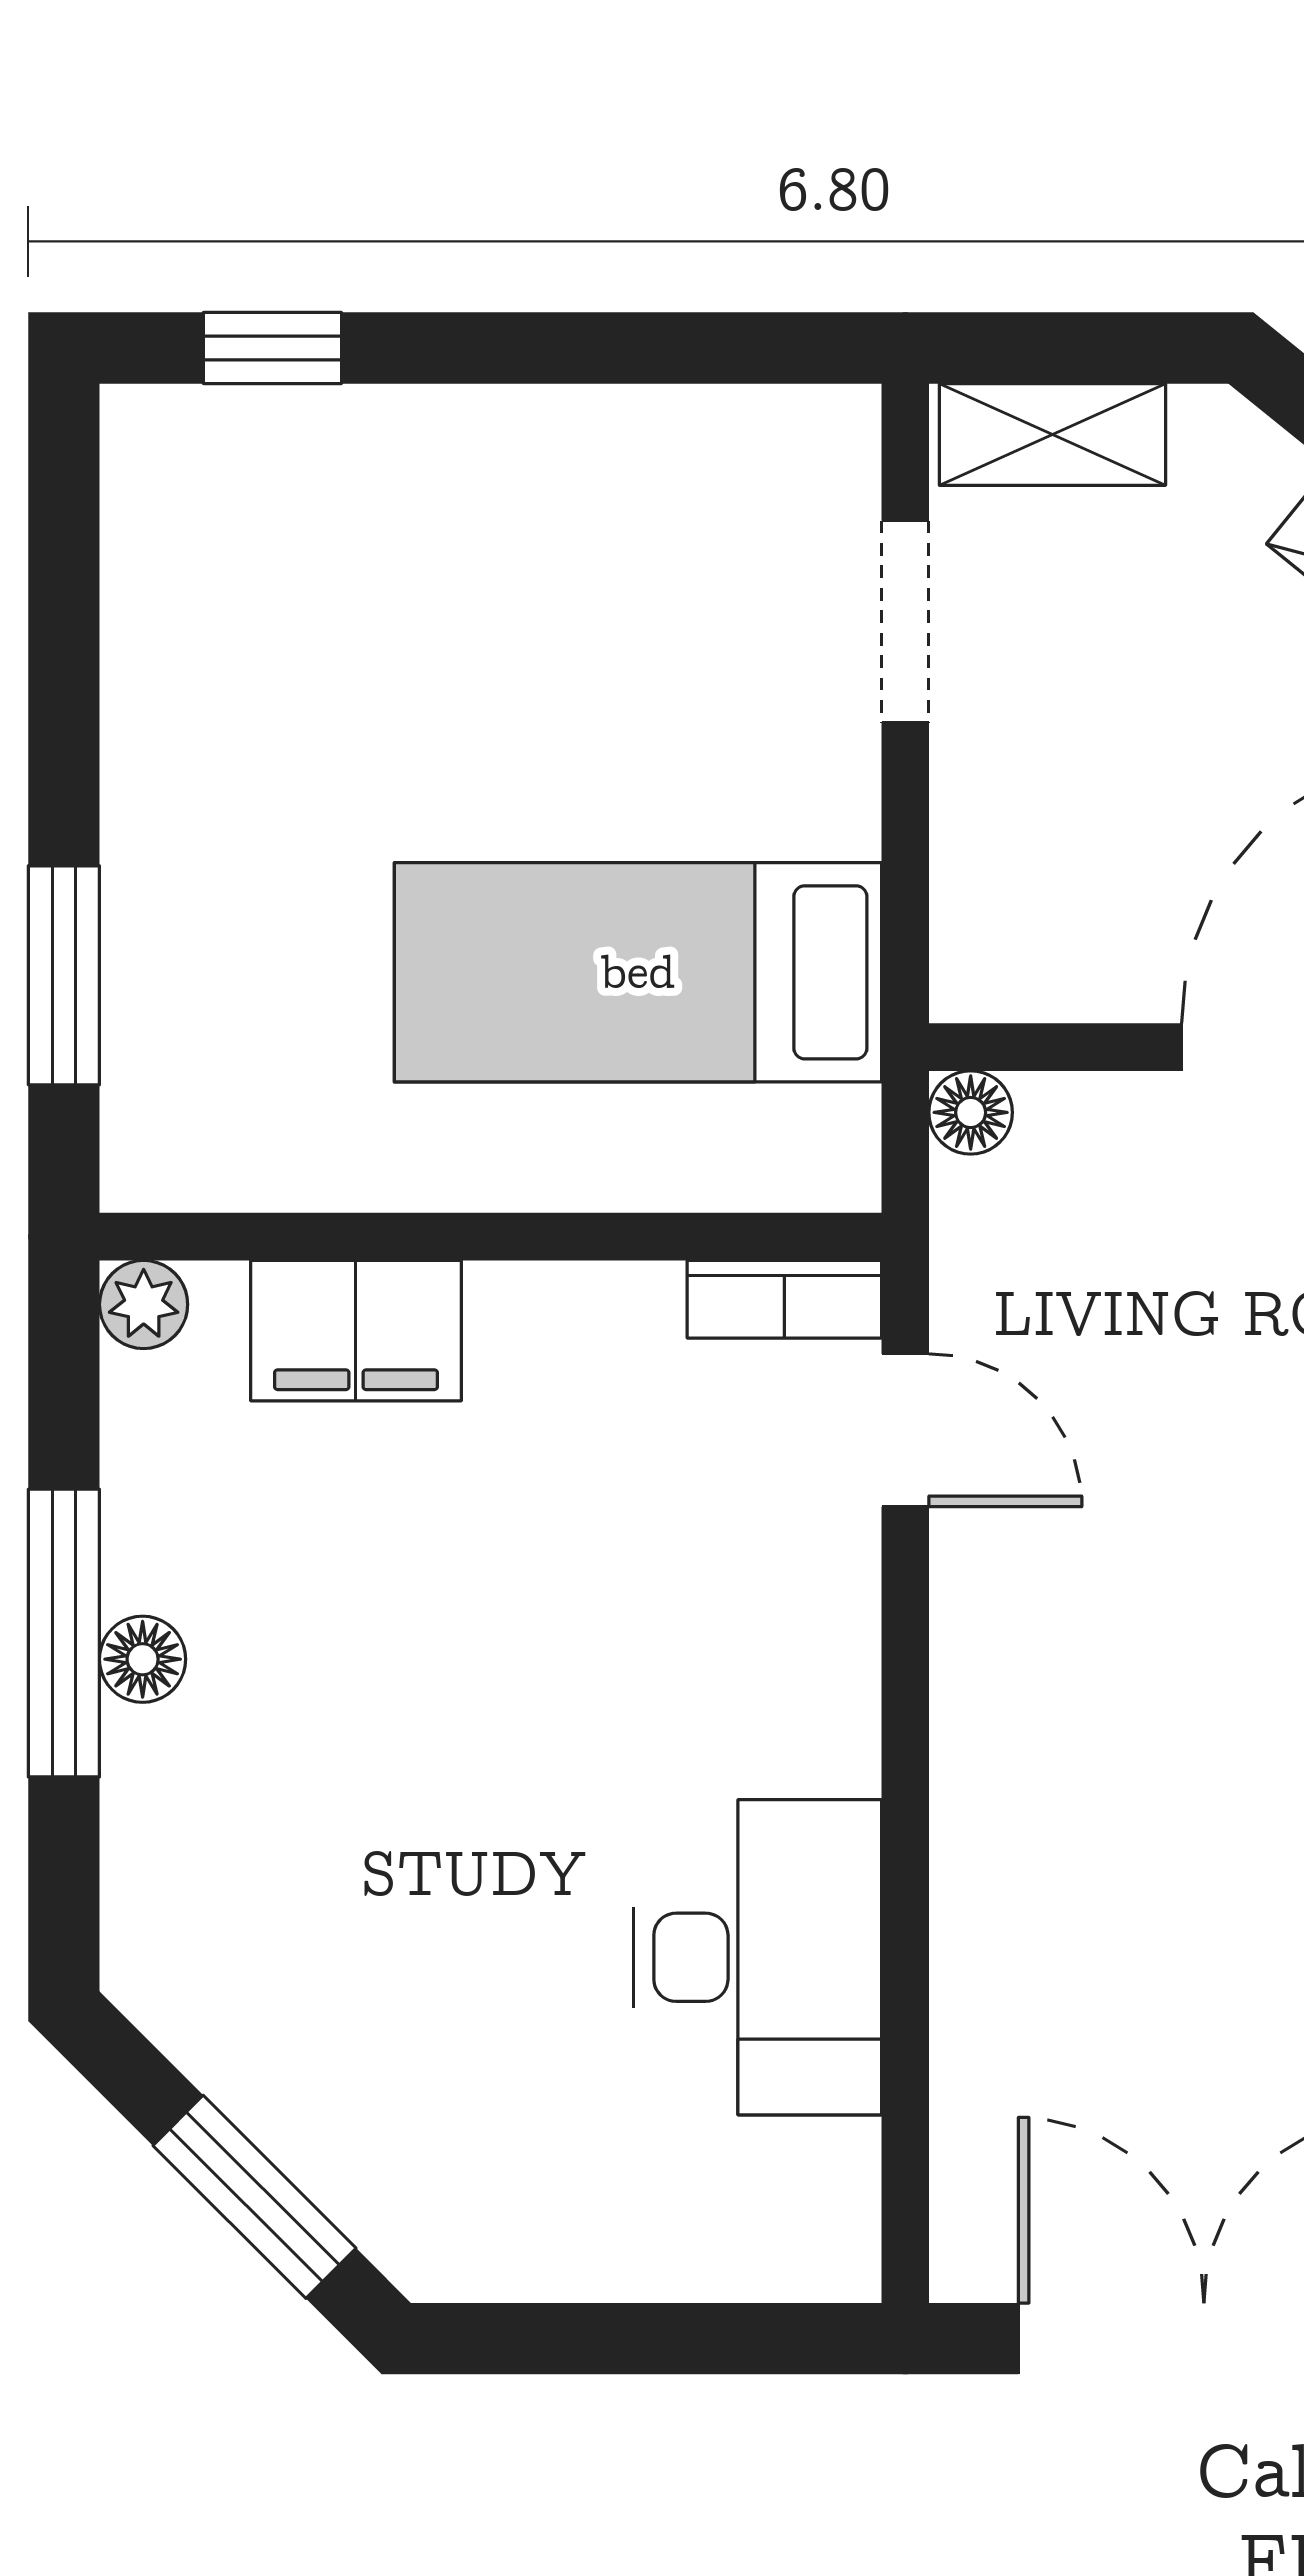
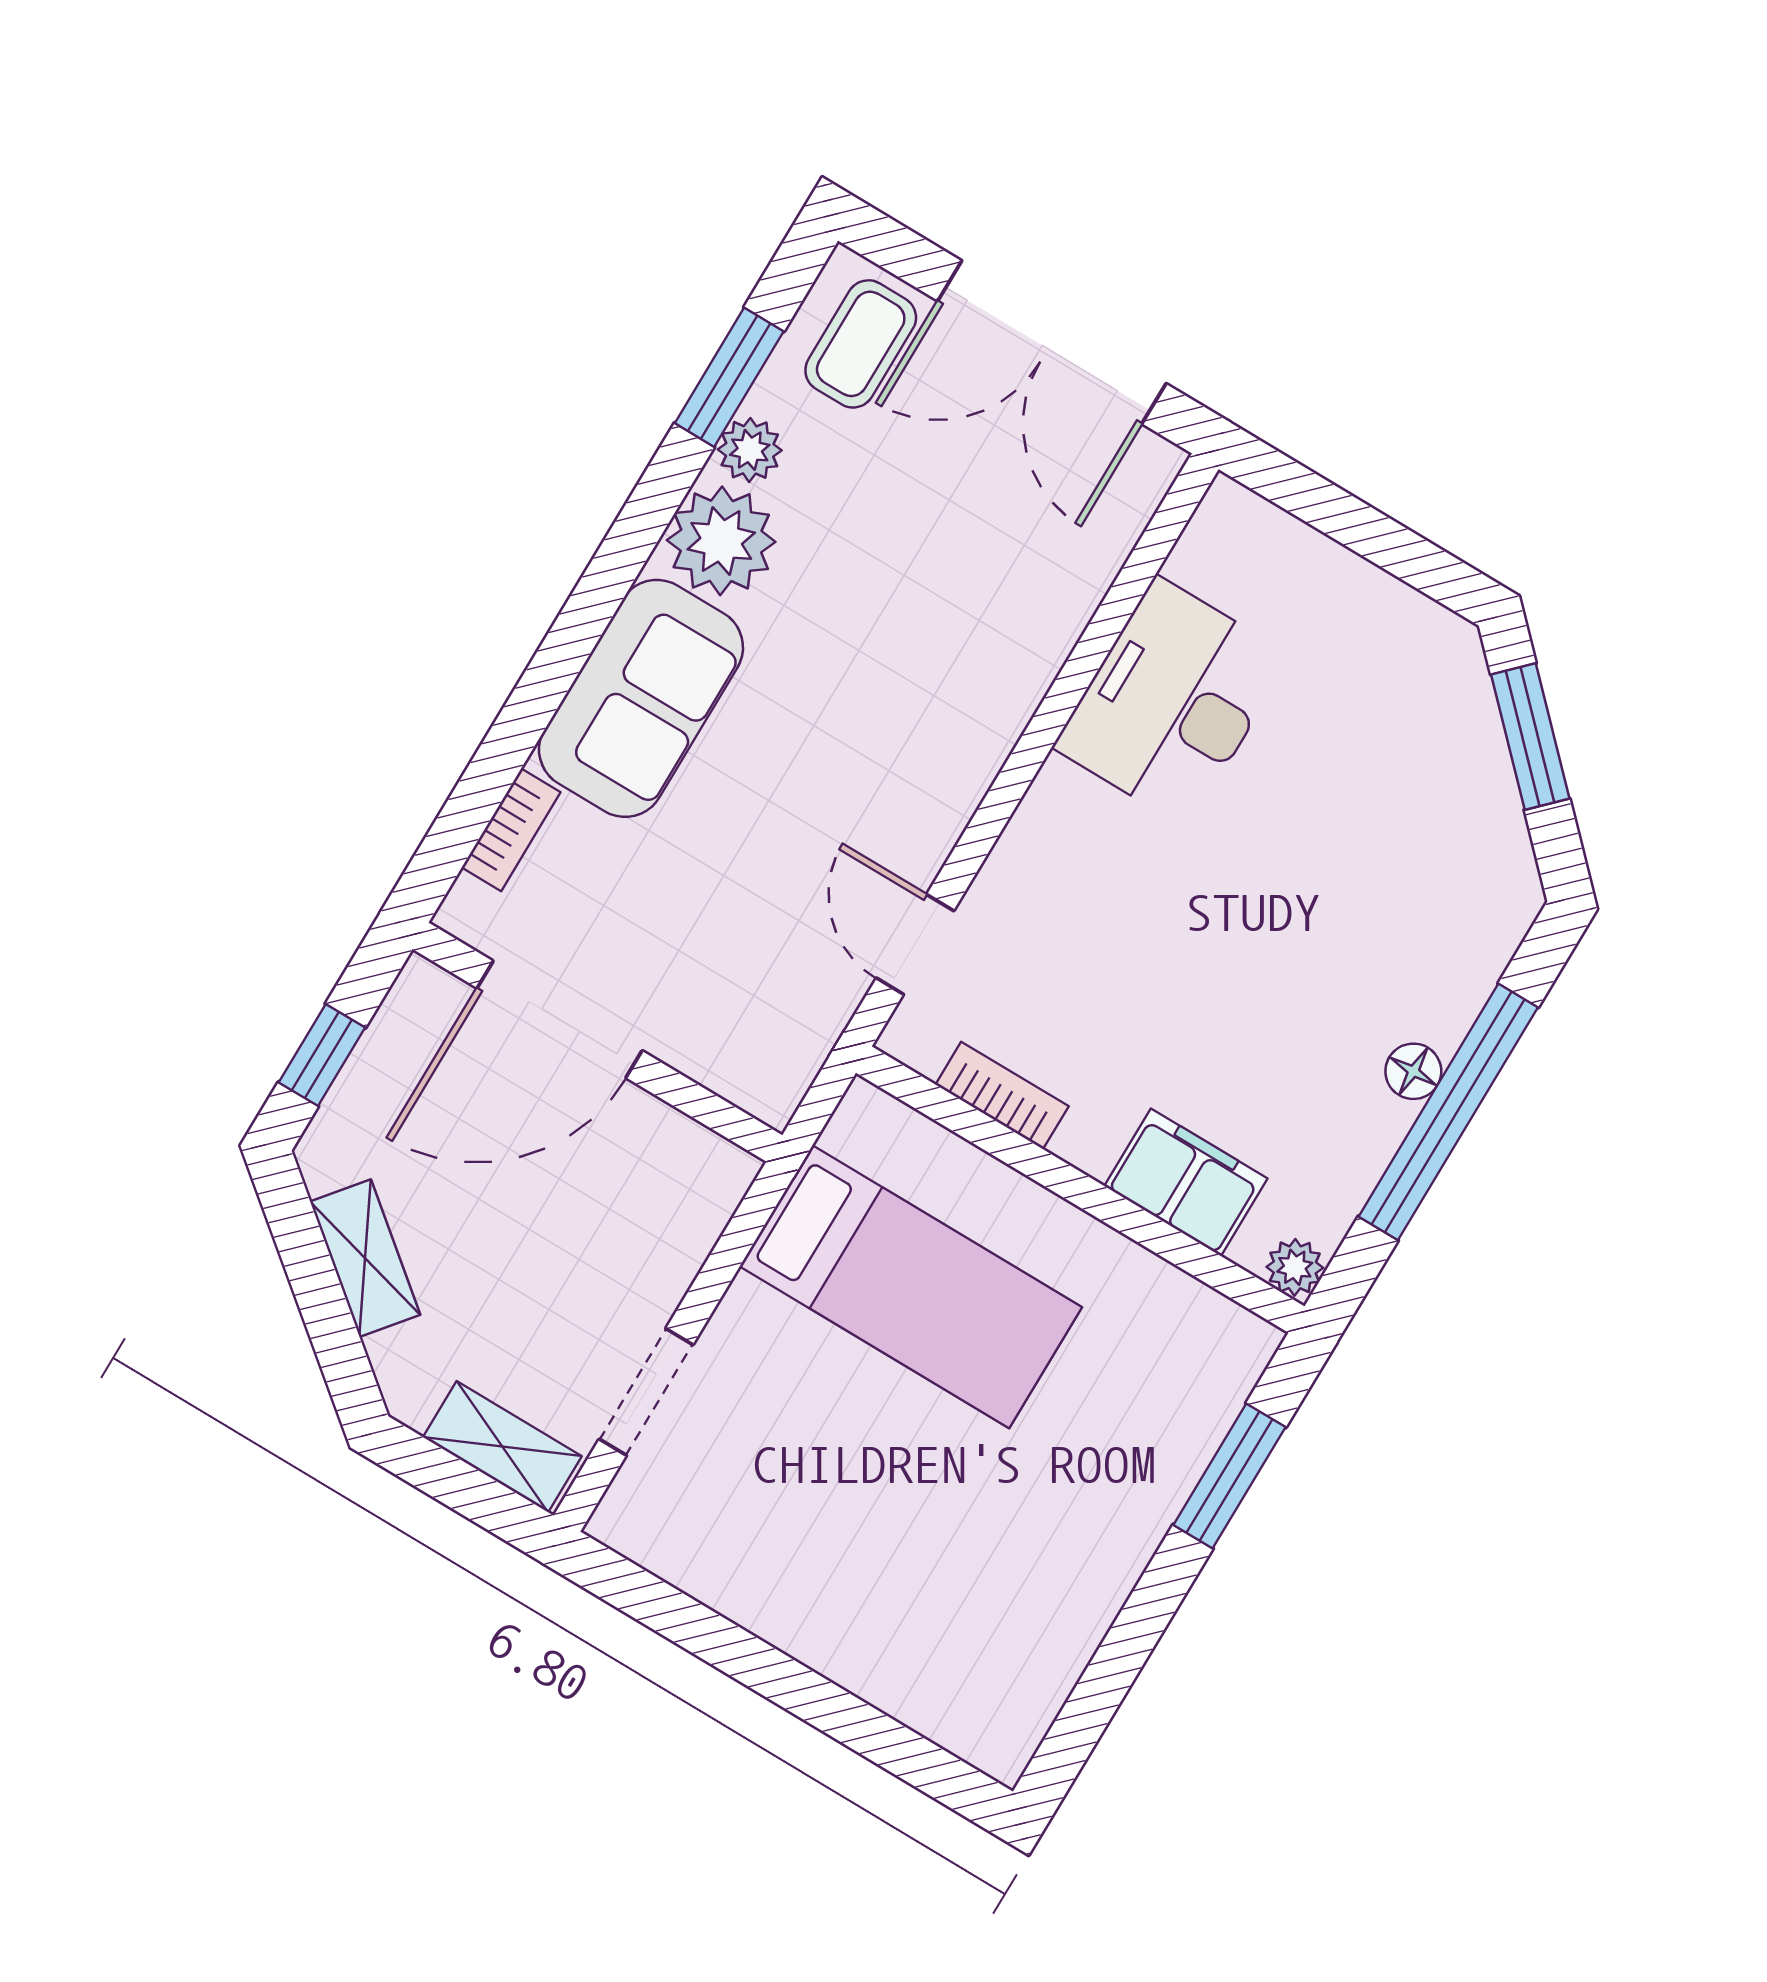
window: (272, 348) -> (905, 1754), removed
floor lamp: (971, 1112) -> (773, 1098), removed
bookcase: (784, 1299) -> (1002, 1095), moved
window: (64, 1633) -> (1448, 1112), width x1.46

